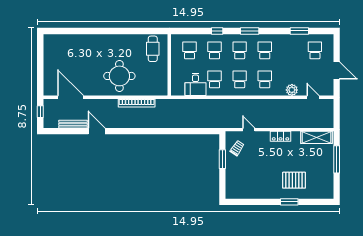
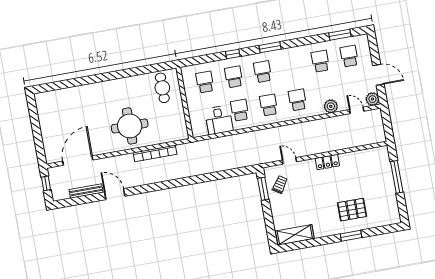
window: (299, 31) -> (340, 35), moved
school desk: (265, 50) -> (320, 61), moved
plant: (328, 90) -> (372, 99), added
door: (71, 97) -> (78, 161), hinge flipped
shelving: (316, 137) -> (295, 235), moved
window: (222, 159) -> (263, 189), moved

